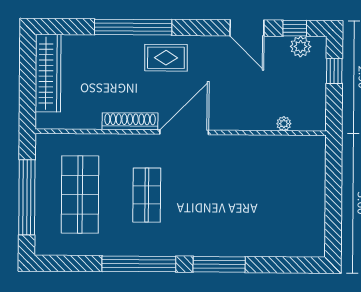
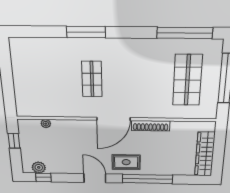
door: (247, 28) -> (95, 178), moved
window: (334, 71) -> (14, 141), moved
shop shelf: (147, 195) -> (92, 79), moved
window: (139, 264) -> (185, 33), moved

